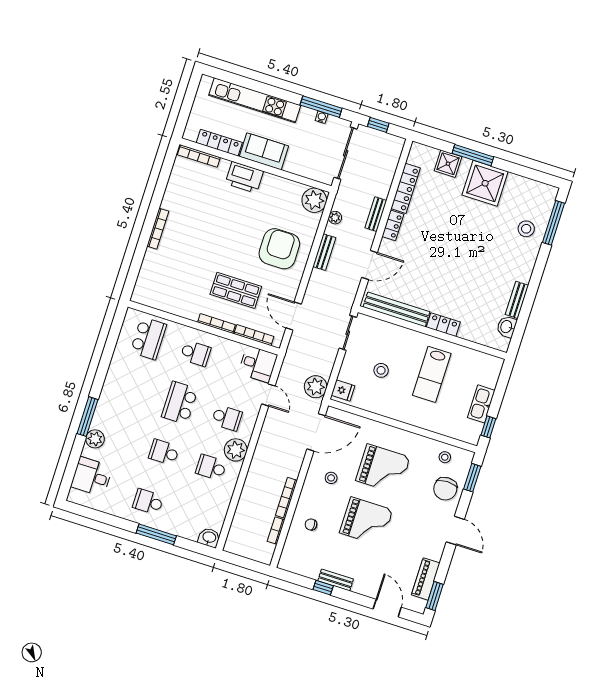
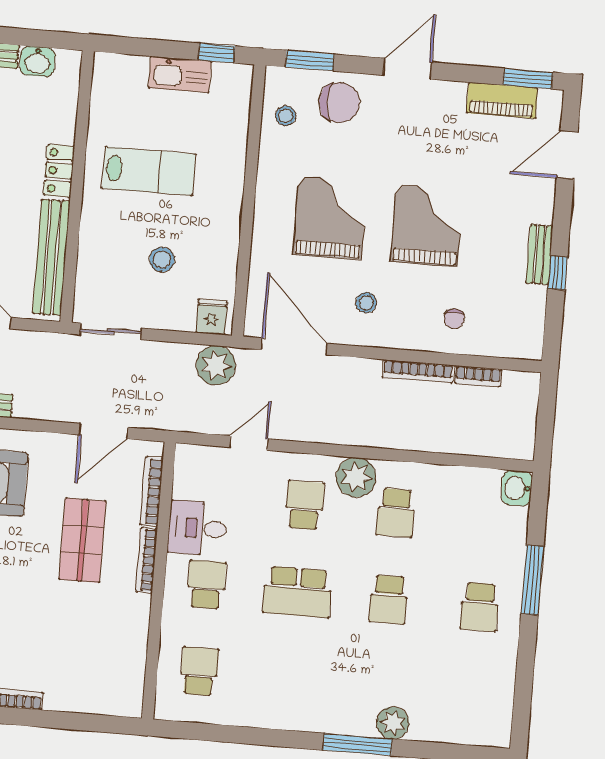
school desk: (148, 338) -> (199, 671), width x0.54
desk: (258, 364) -> (198, 528), moved, turned -90
desk: (92, 477) -> (459, 714), removed

